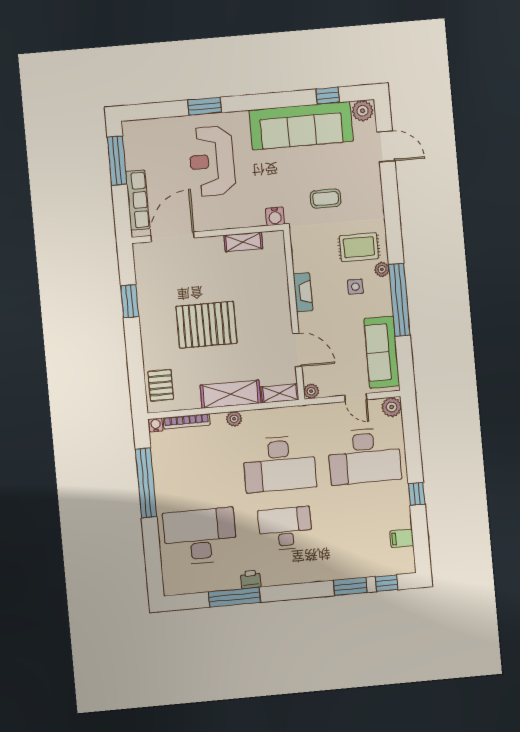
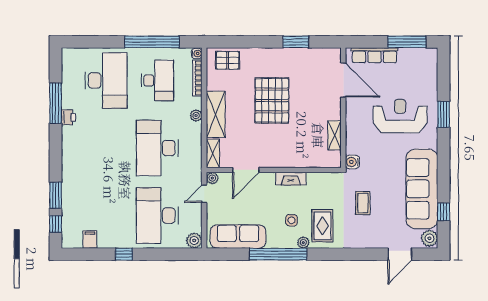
door: (356, 397) -> (204, 194), moved
desk: (285, 528) -> (157, 80), moved

